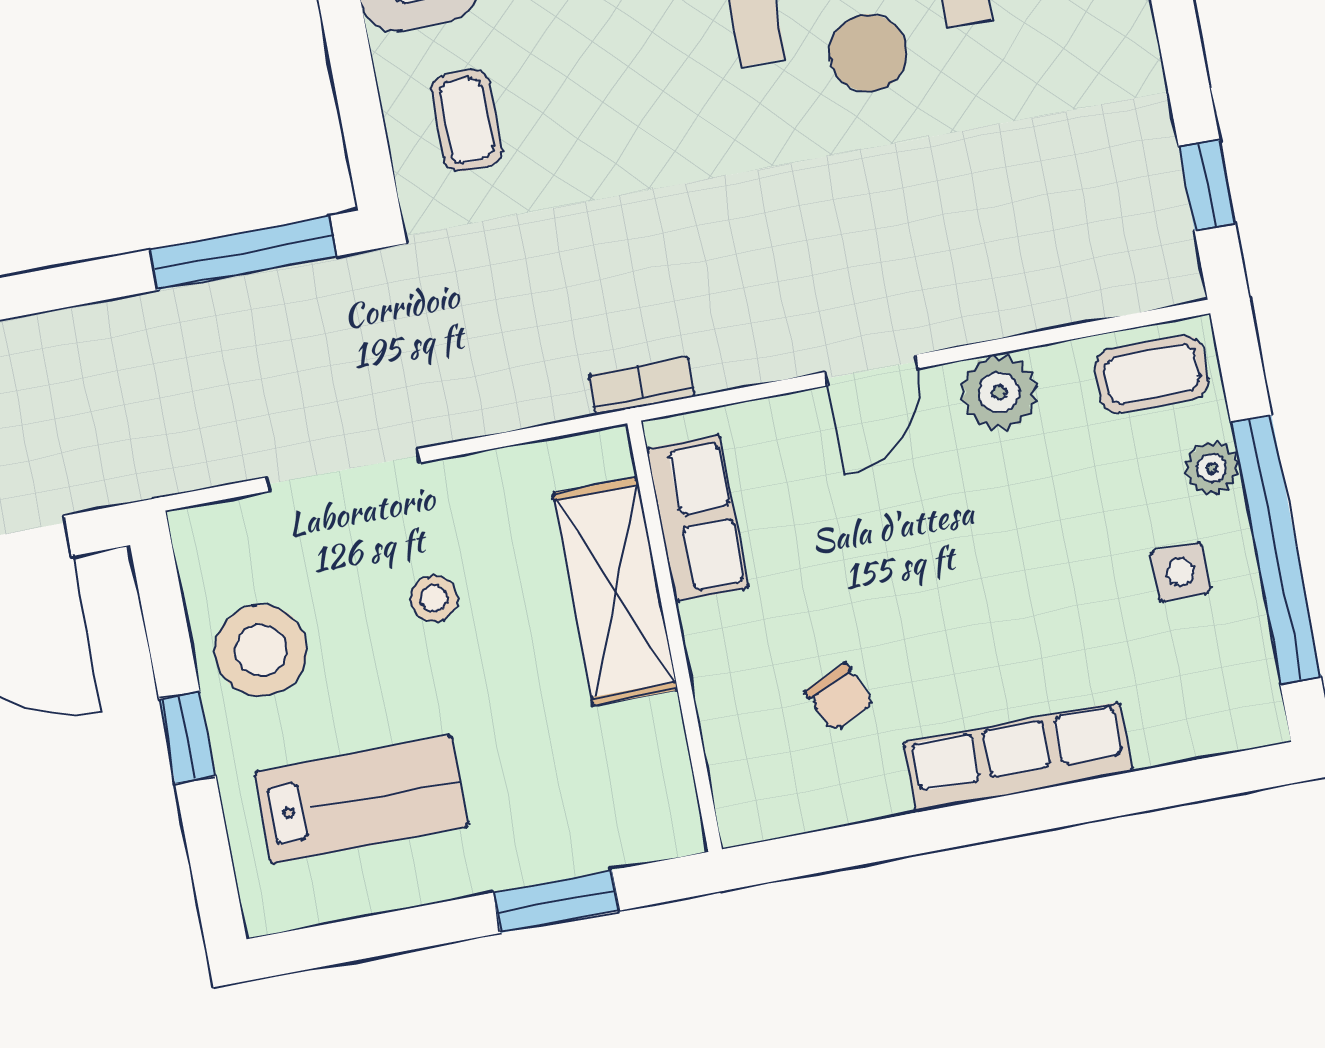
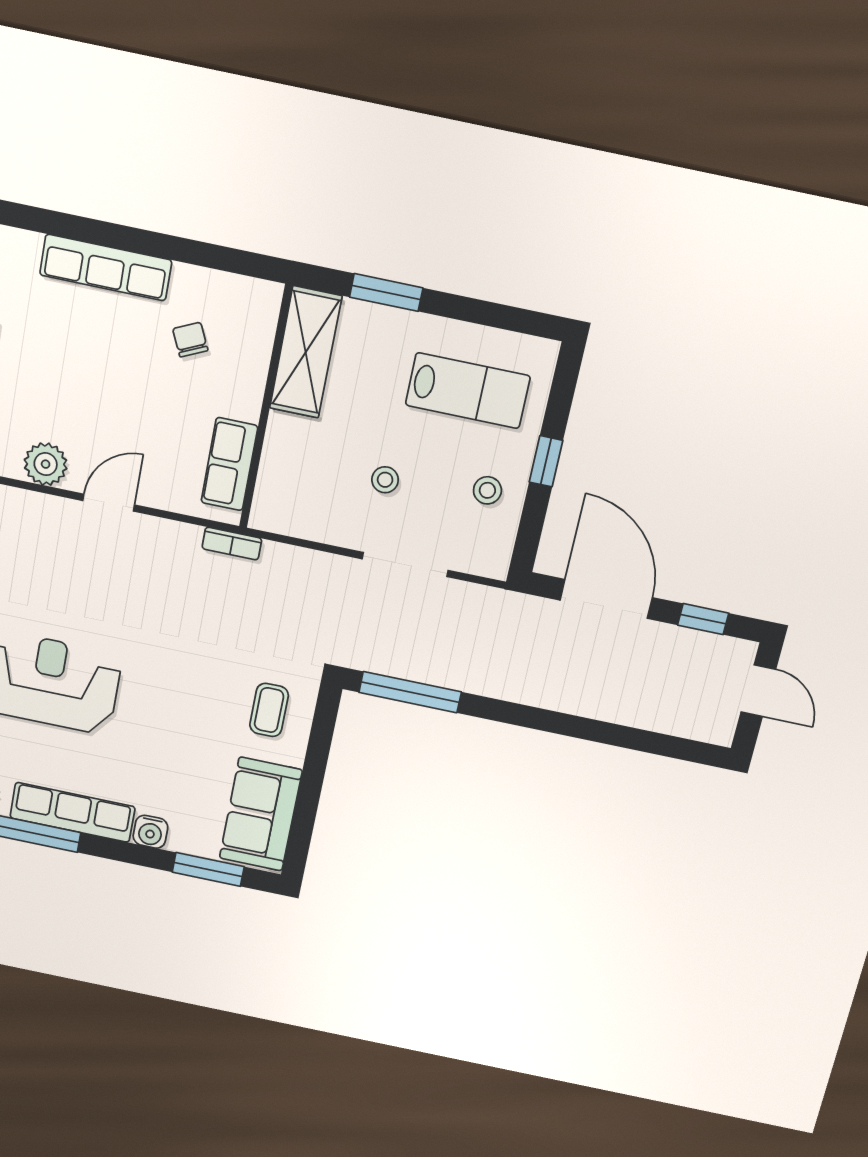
shelving: (615, 592) -> (306, 352), moved
stool: (261, 650) -> (487, 490), width x0.53, depth x0.53
lab bench: (362, 799) -> (468, 391), turned 180

